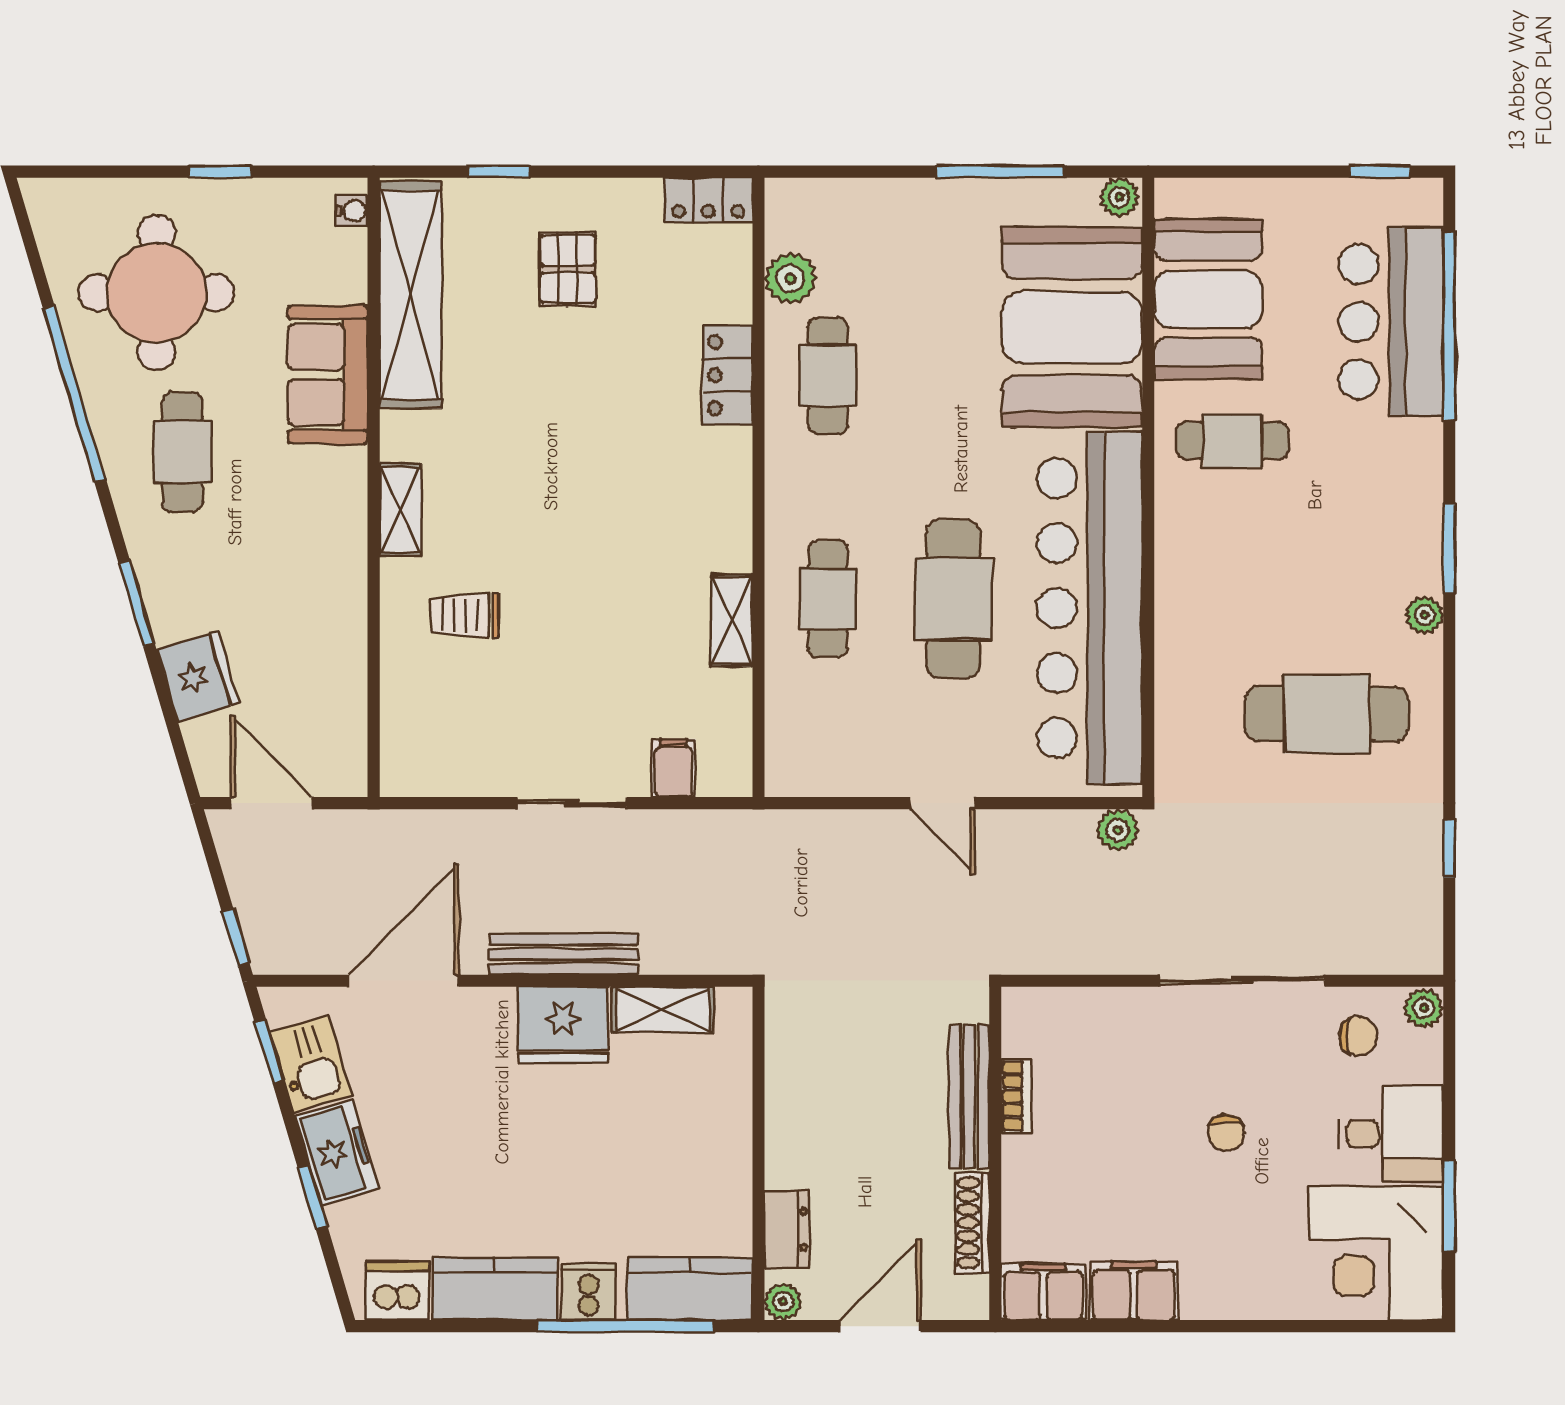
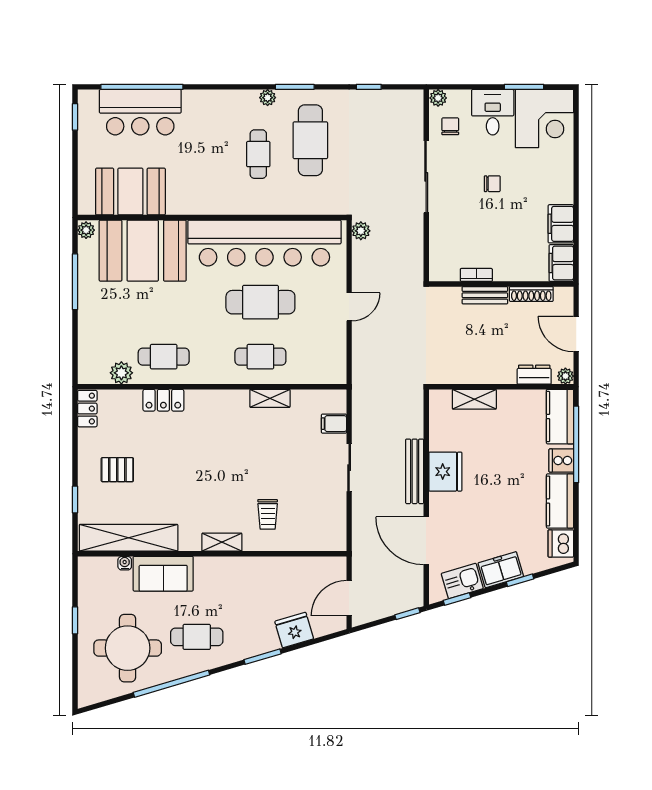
water cooler: (352, 211) -> (125, 563), moved
cafe table: (1232, 441) -> (258, 154), moved
window: (1449, 549) -> (295, 87), moved
shelving: (663, 1009) -> (474, 399), moved, turned 90
bench: (969, 1097) -> (485, 295), width x0.73

